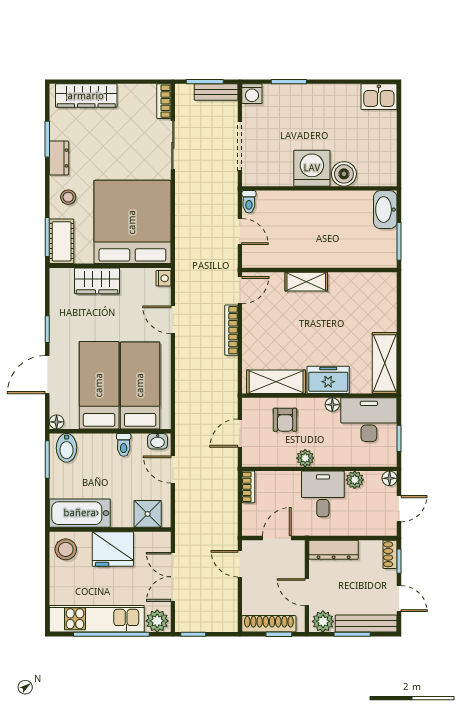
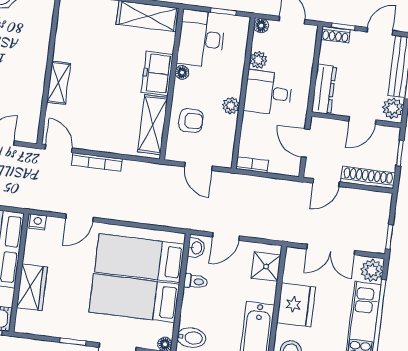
shoe rack: (269, 624) -> (368, 177), moved, turned 90

